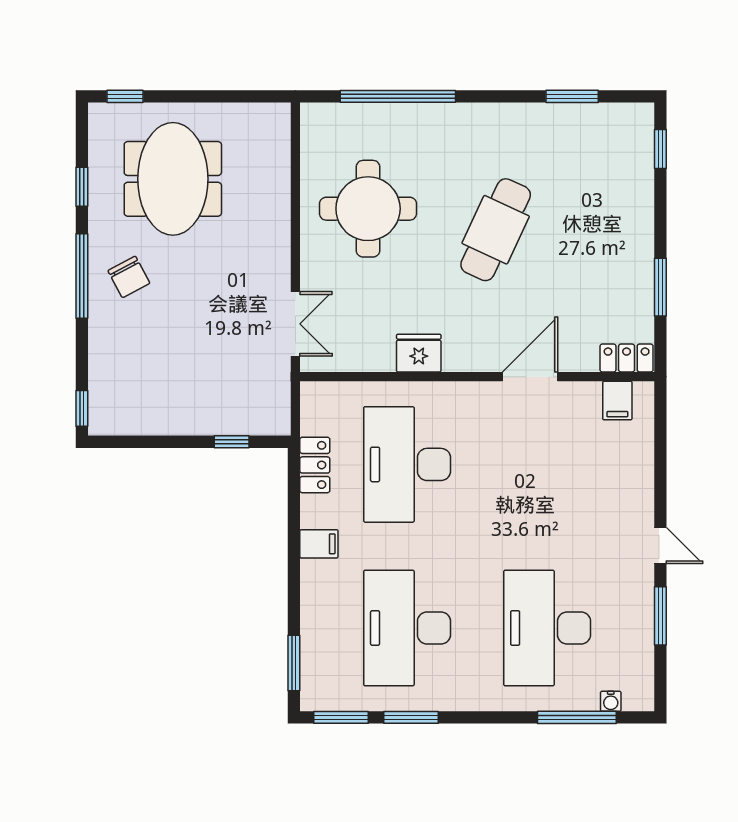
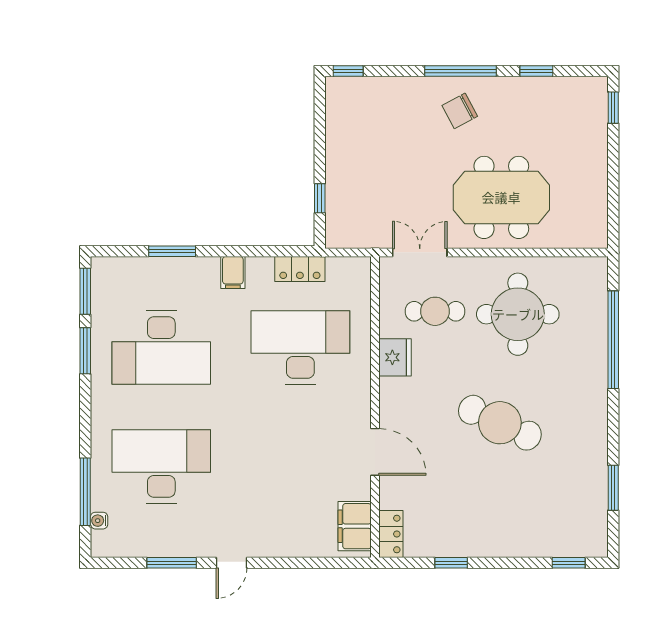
meeting table: (173, 179) -> (501, 197), moved
window: (660, 287) -> (451, 563), width x0.67
cafe table: (365, 306) -> (435, 311), added
double door: (295, 324) -> (420, 252), swing flipped
filing cabinet: (617, 401) -> (355, 526), width x2.00
desk: (407, 628) -> (161, 347), turned 180
window: (294, 663) -> (172, 251), moved

